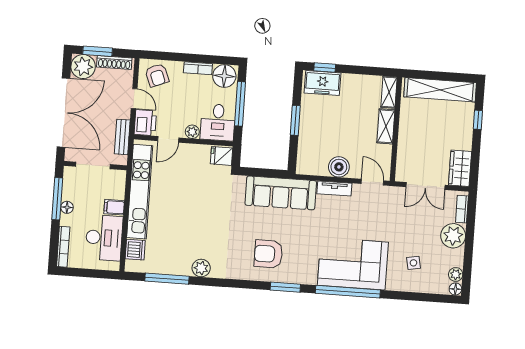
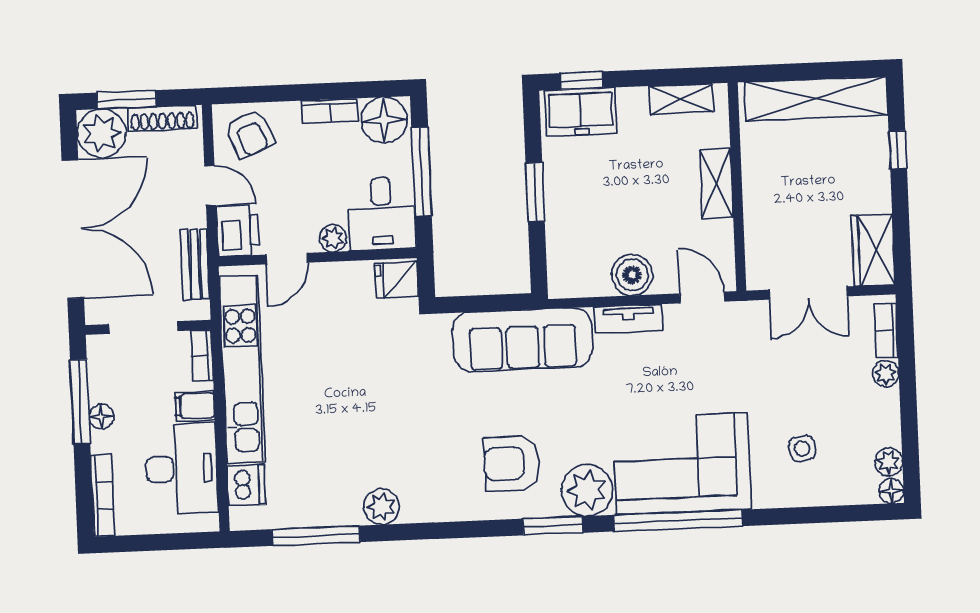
shelving: (389, 92) -> (681, 99), moved, turned 90
bookcase: (121, 183) -> (202, 356), added
plant: (453, 236) -> (886, 374), width x0.53, depth x0.53
plant: (304, 272) -> (587, 490), added

